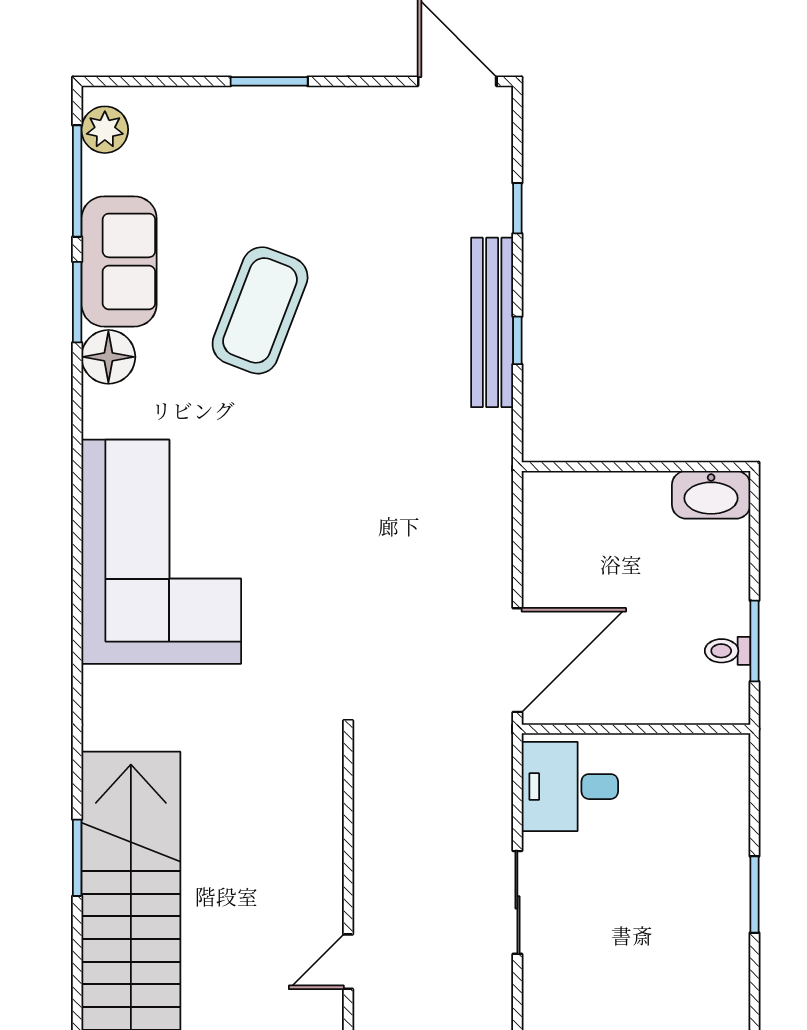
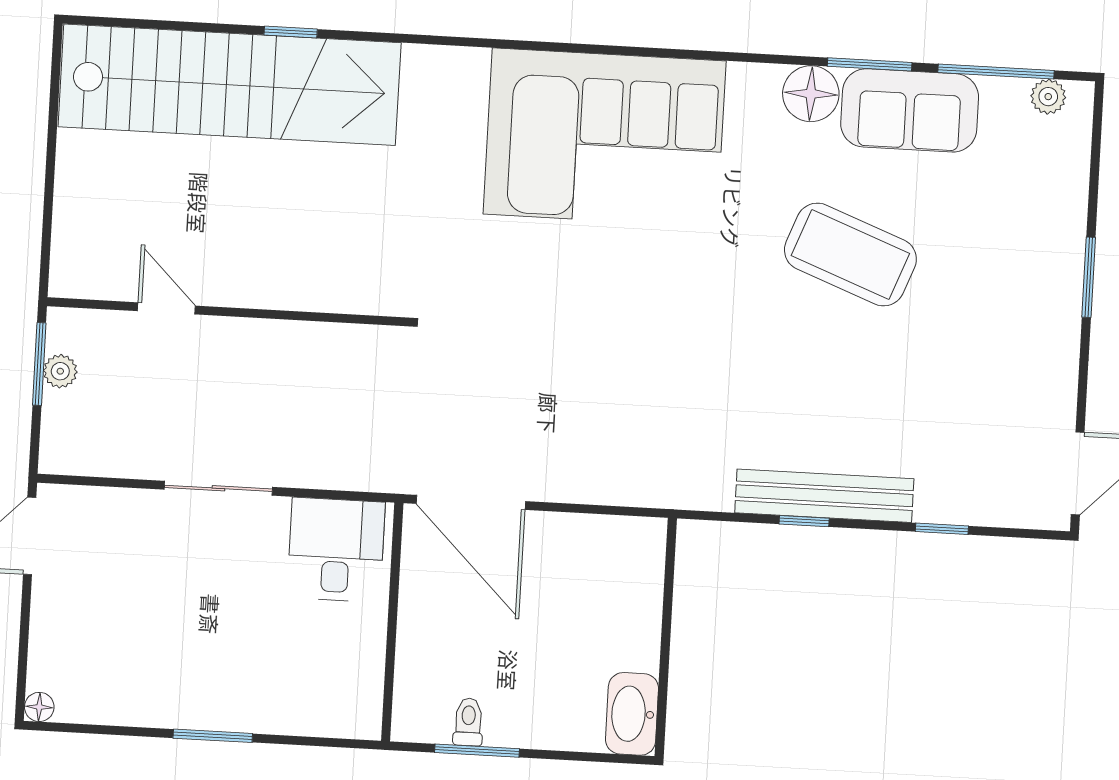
plant: (105, 130) -> (1048, 97), width x0.73, depth x0.73
window: (77, 858) -> (291, 32), width x0.67

